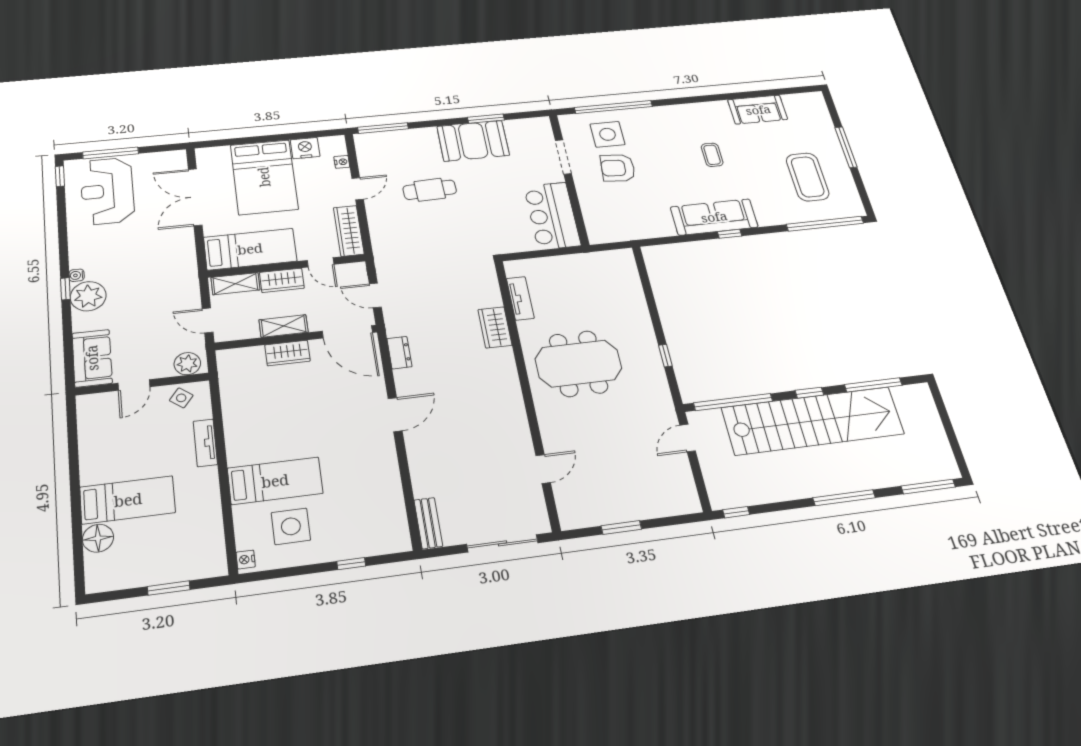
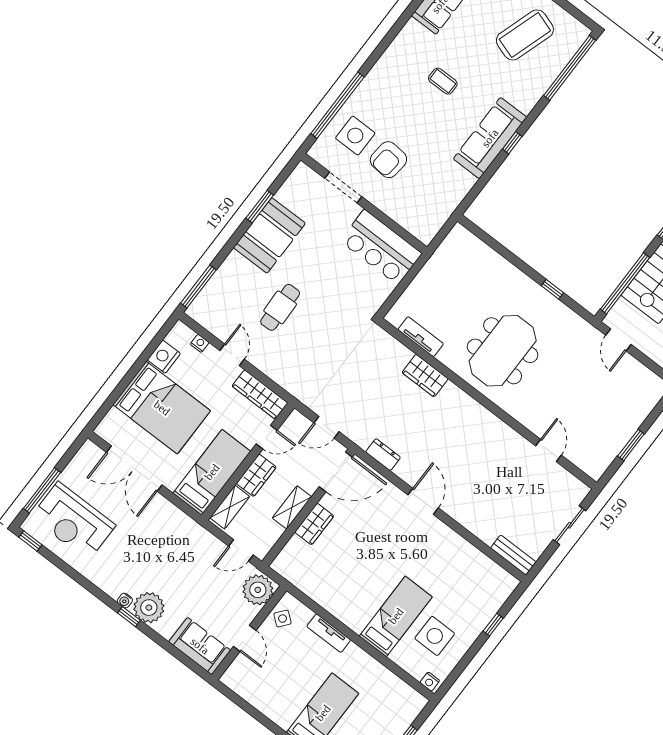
coffee table: (808, 177) -> (525, 35), turned -72
plant: (187, 364) -> (258, 590), width x1.36, depth x1.36
sliding door: (502, 543) -> (569, 525), width x0.73

